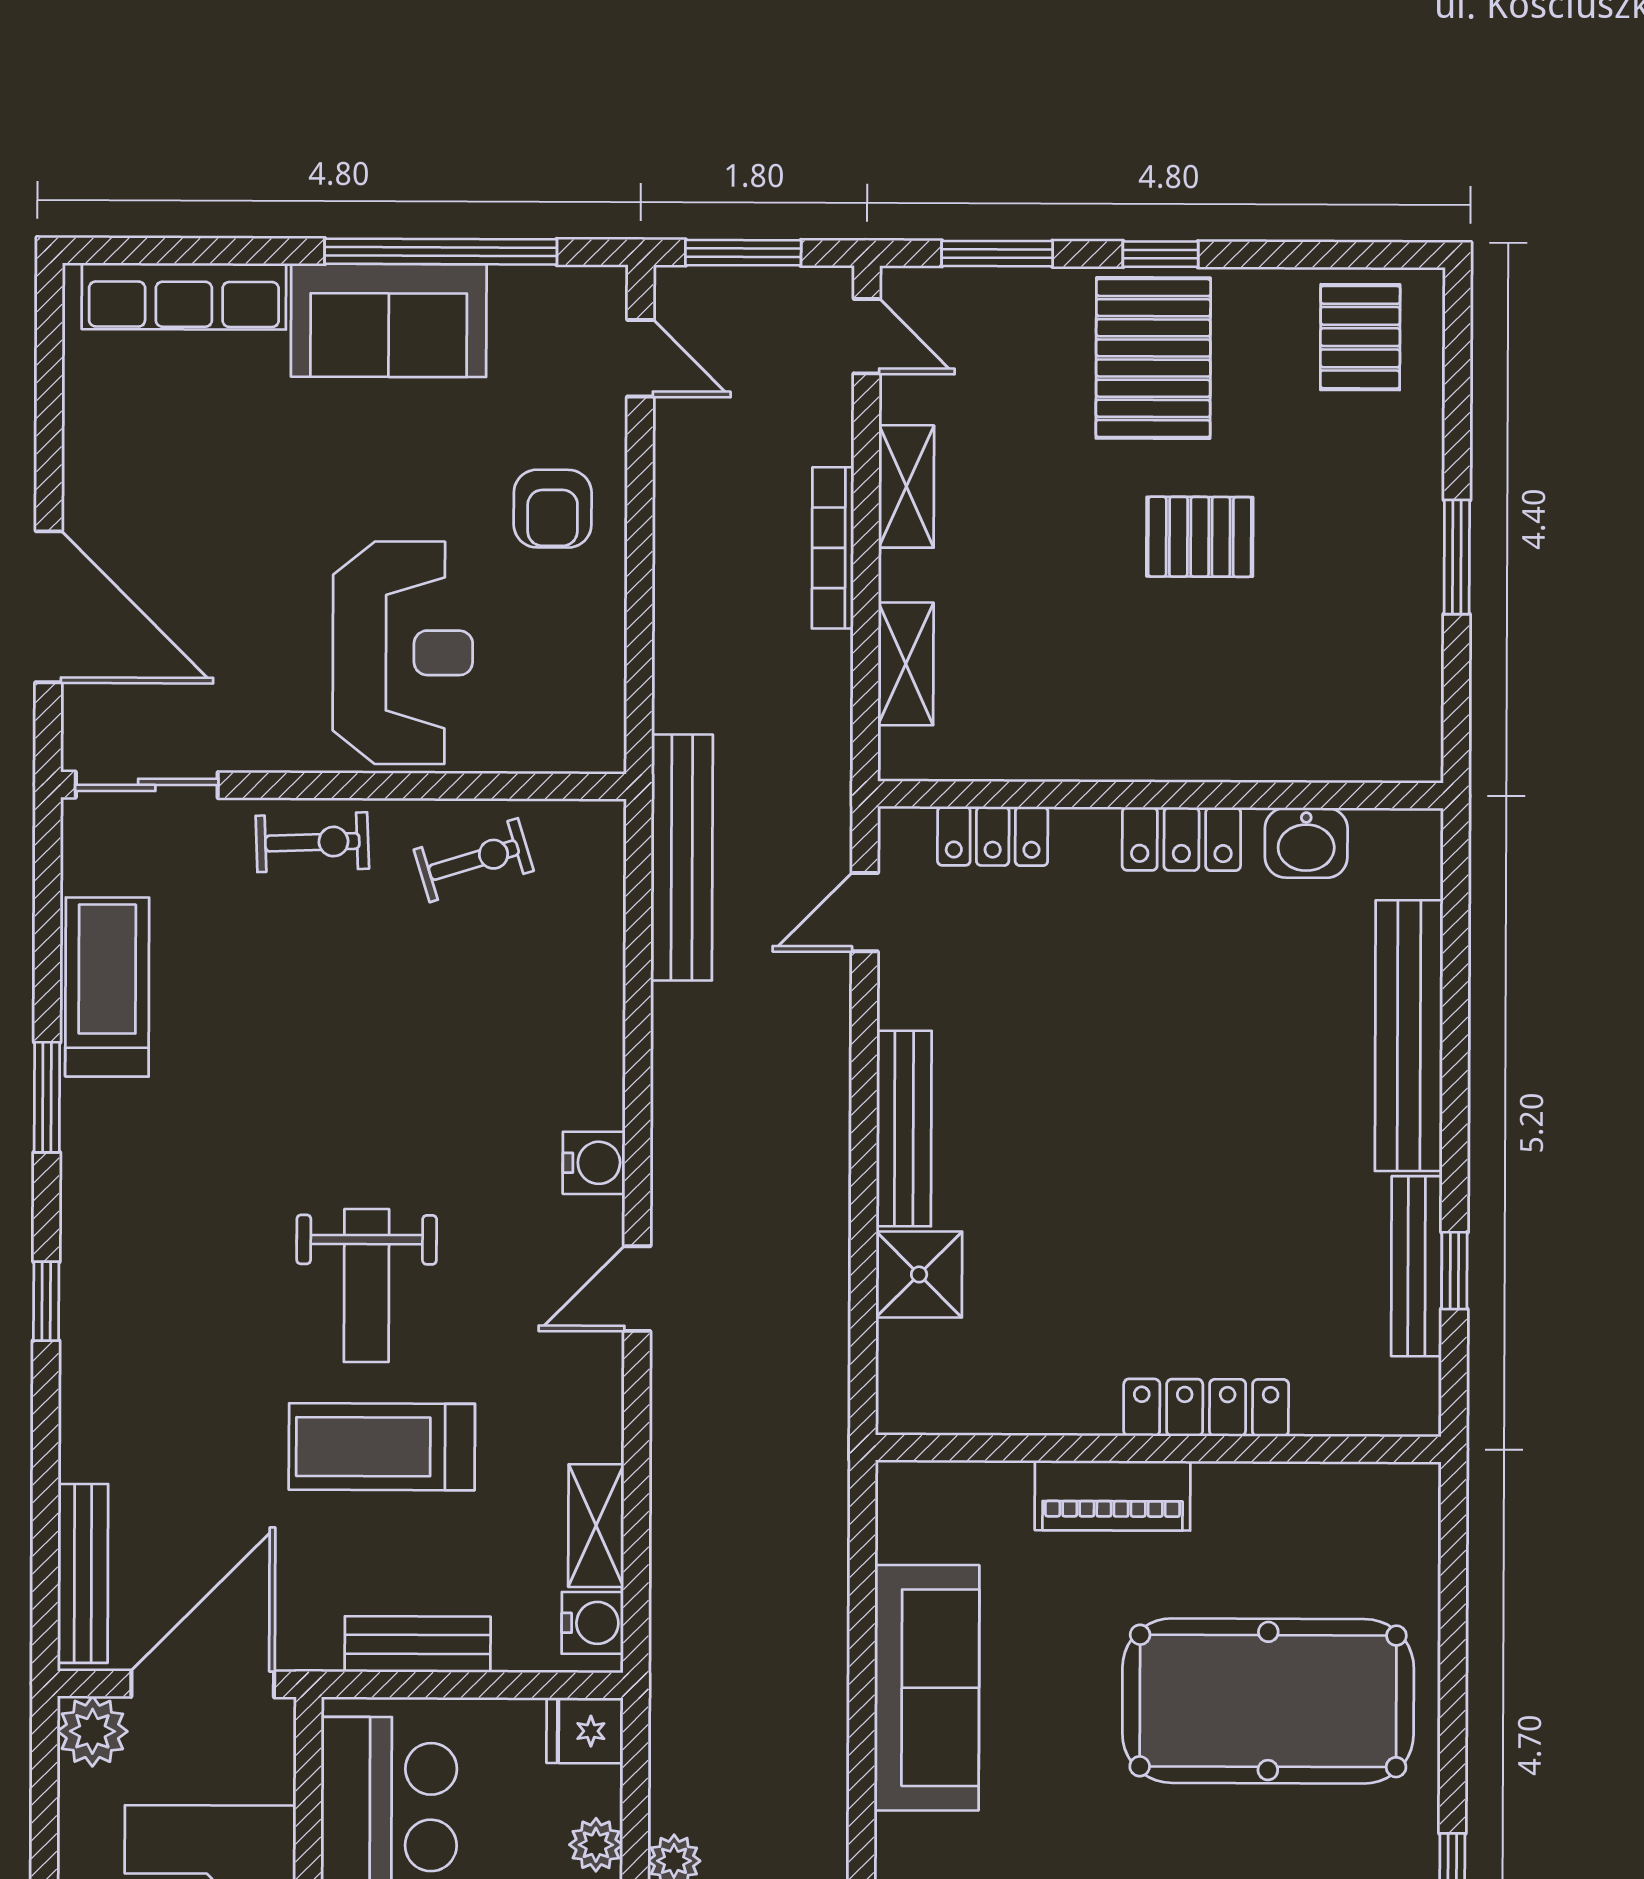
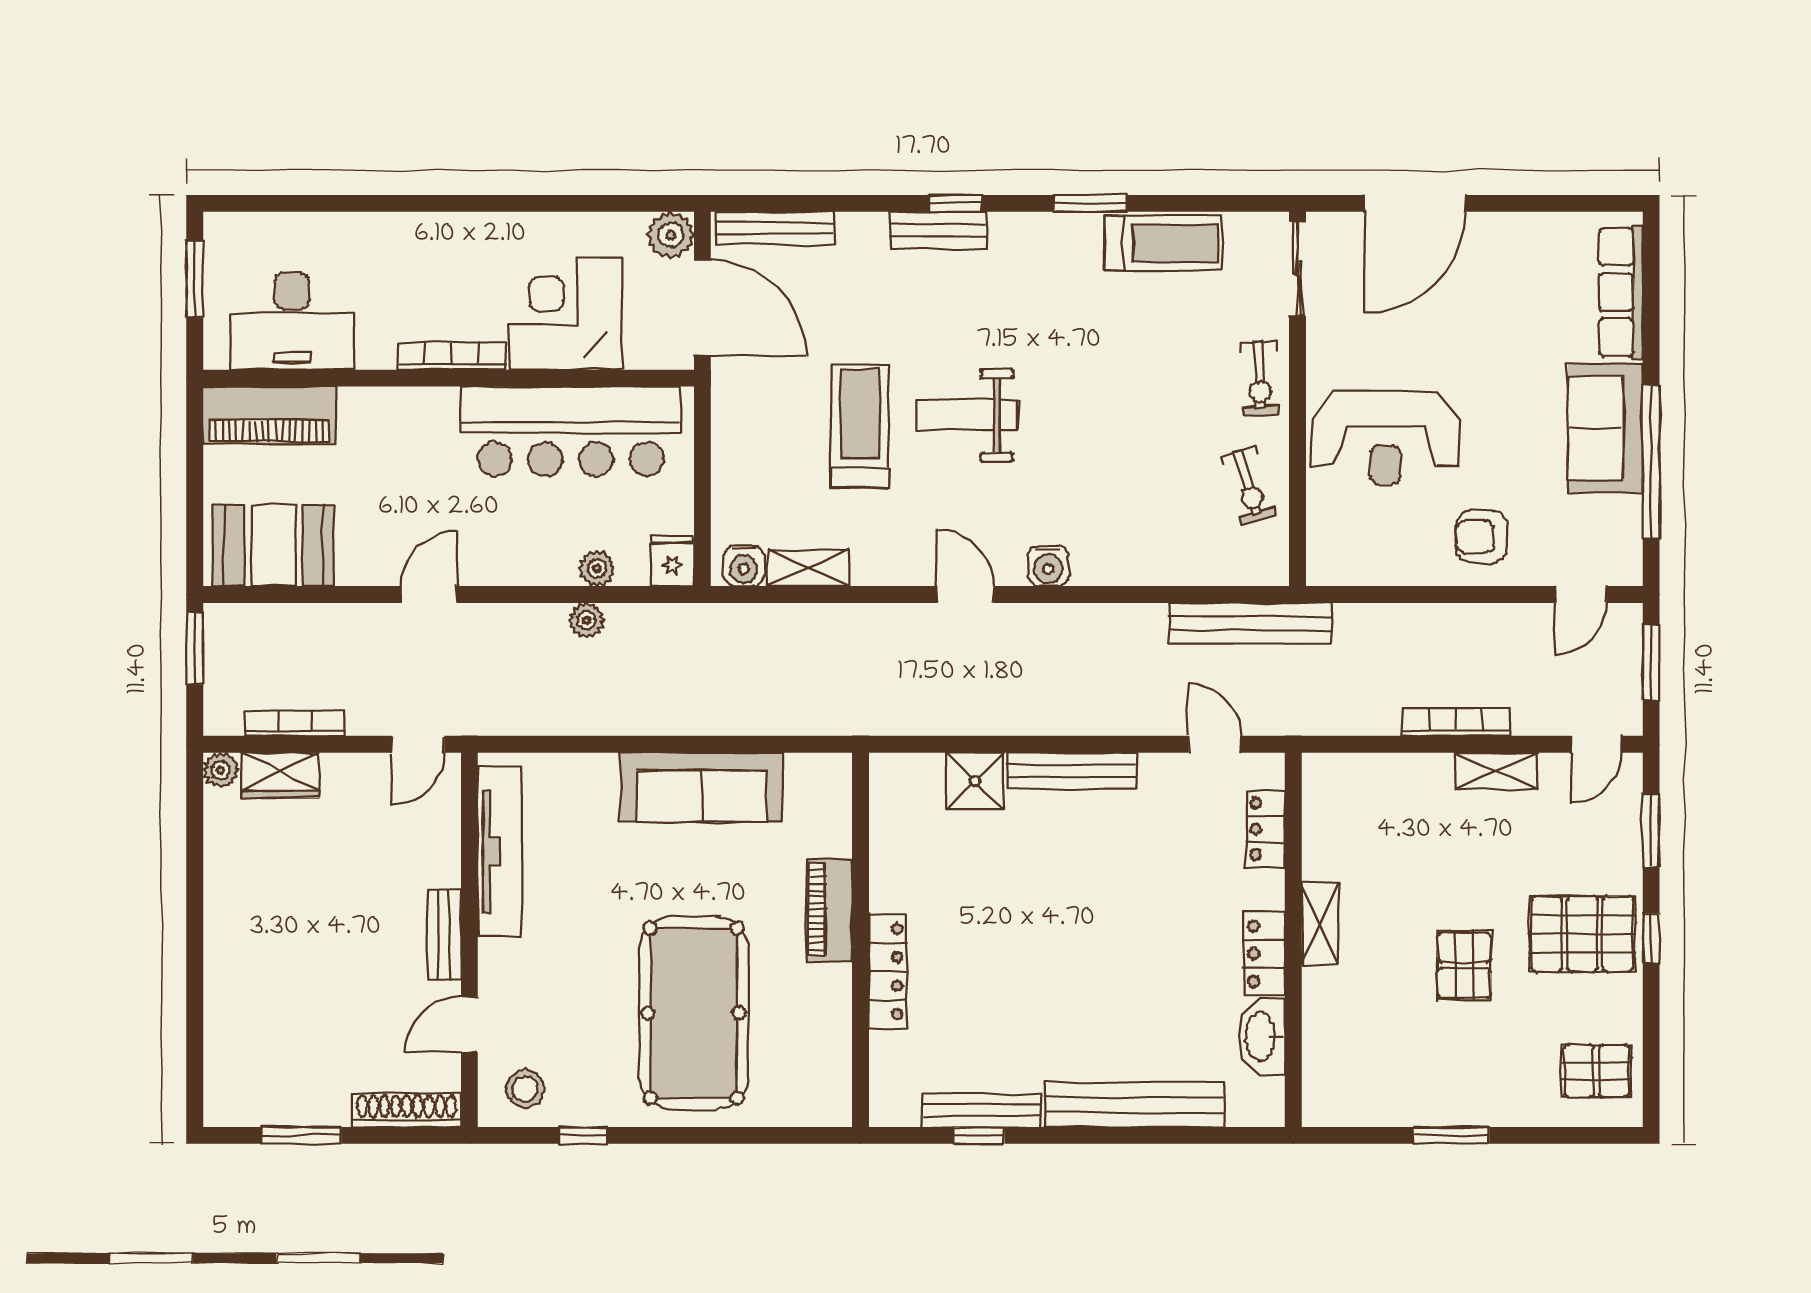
shelving: (906, 664) -> (1320, 924), moved, turned 90
washbasin: (1306, 843) -> (1262, 1036), width x1.38
bench: (418, 1644) -> (939, 230), moved, turned 90

